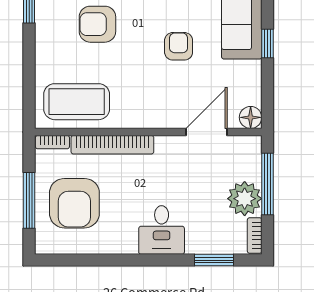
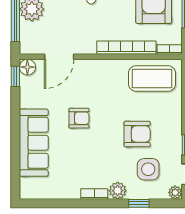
window: (267, 44) -> (15, 76), moved
armchair: (179, 46) -> (79, 118), turned -90

